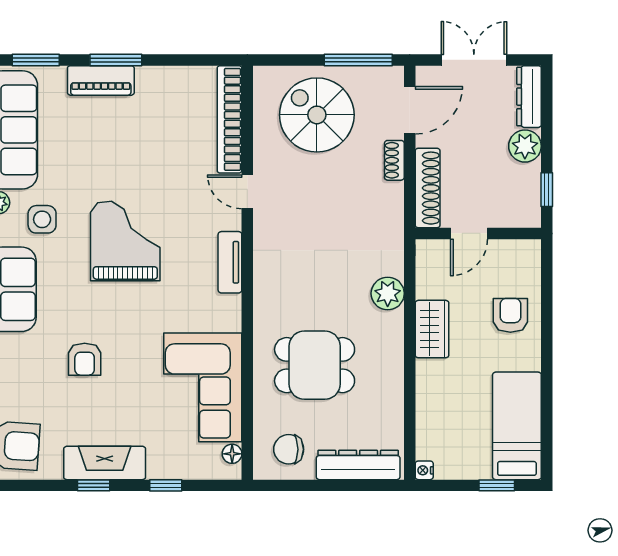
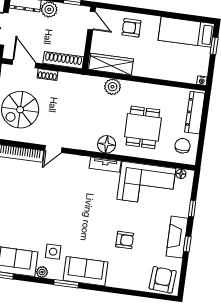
door: (469, 233) -> (91, 20), moved
grand piano: (125, 241) -> (69, 212), removed
tv unit: (230, 262) -> (105, 165), moved
floor lamp: (271, 297) -> (107, 144), added
wardrobe: (432, 329) -> (111, 64), moved, width x1.50
chair: (289, 449) -> (183, 146), turned 180

